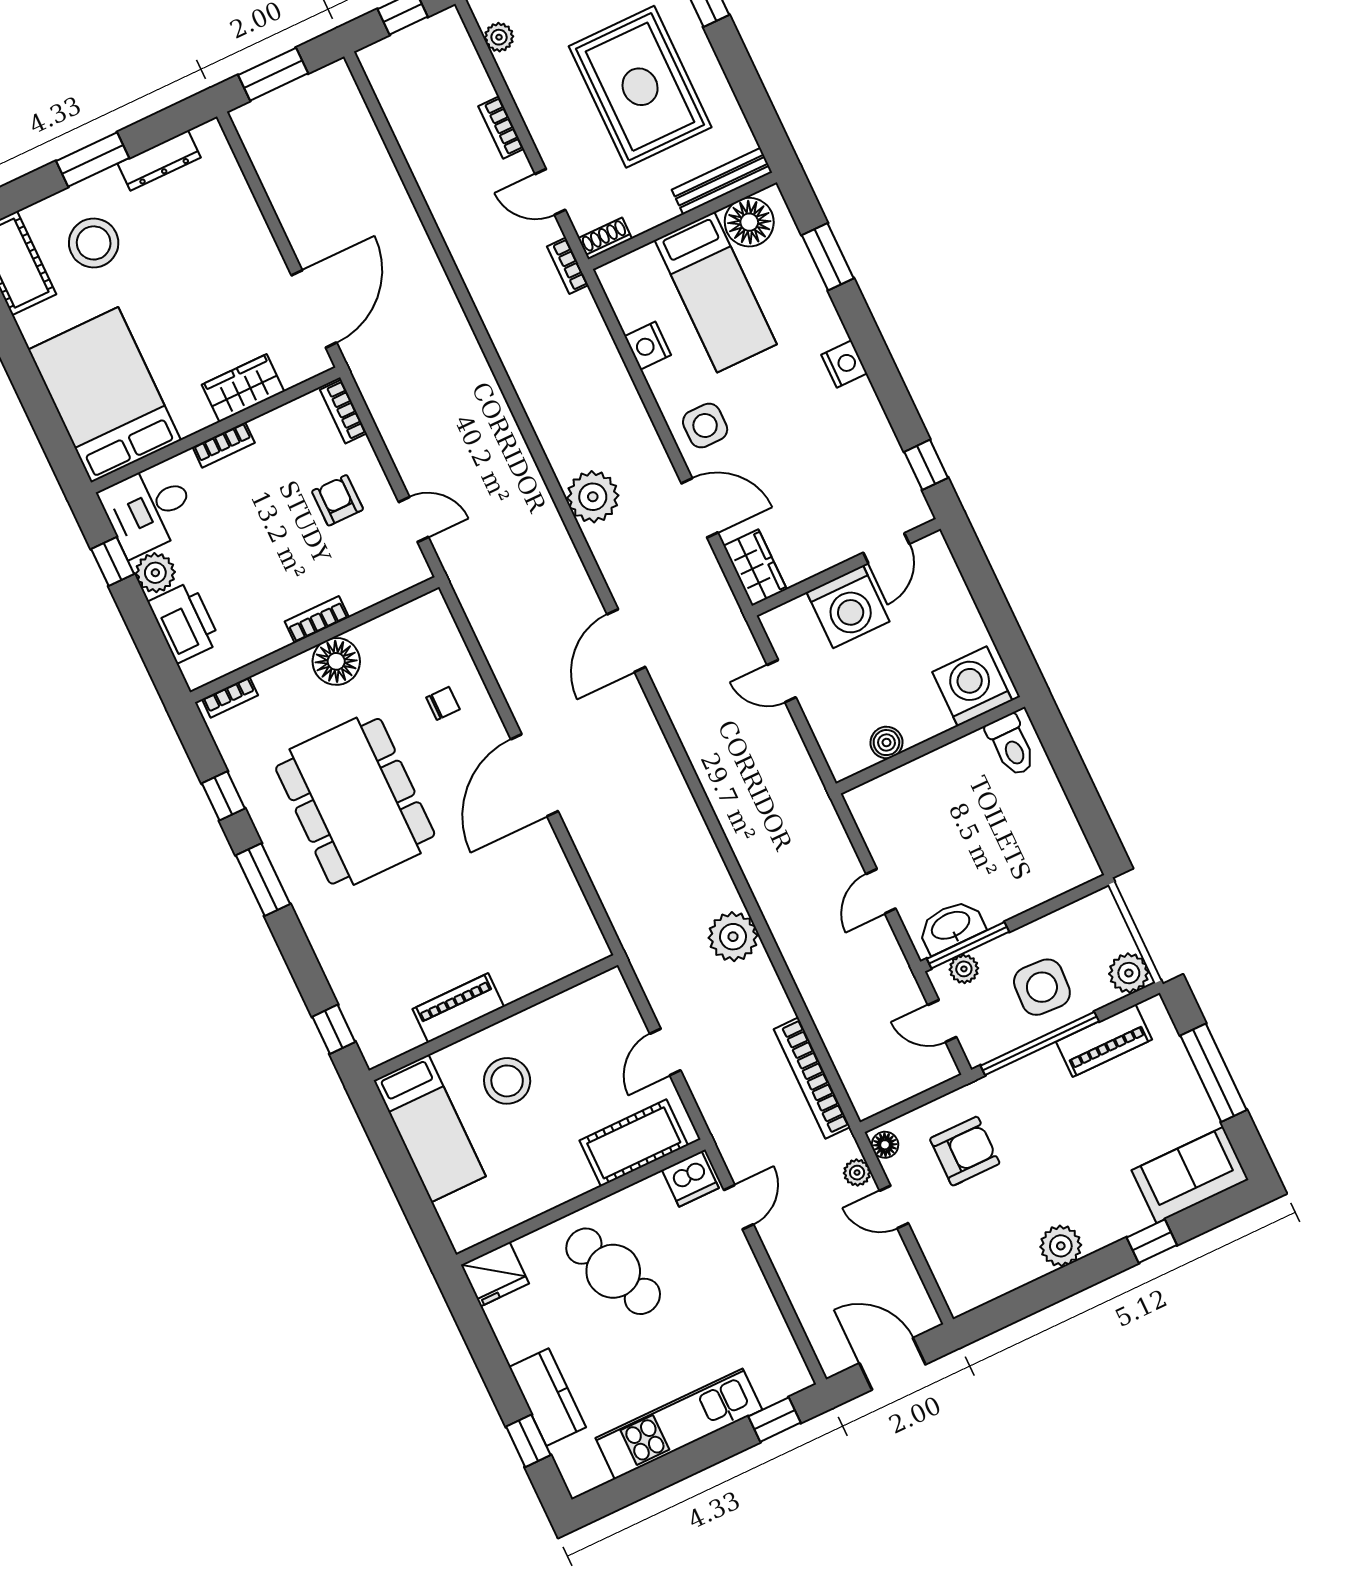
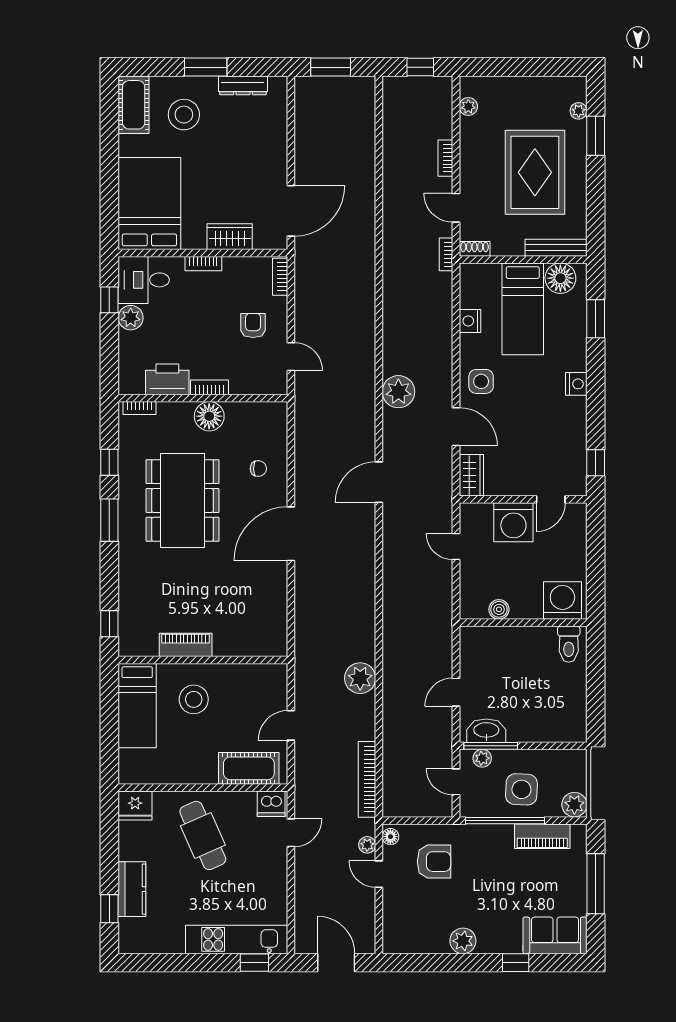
printer: (184, 622) -> (167, 379), moved, turned -90
kitchen unit: (679, 1424) -> (237, 939), moved

